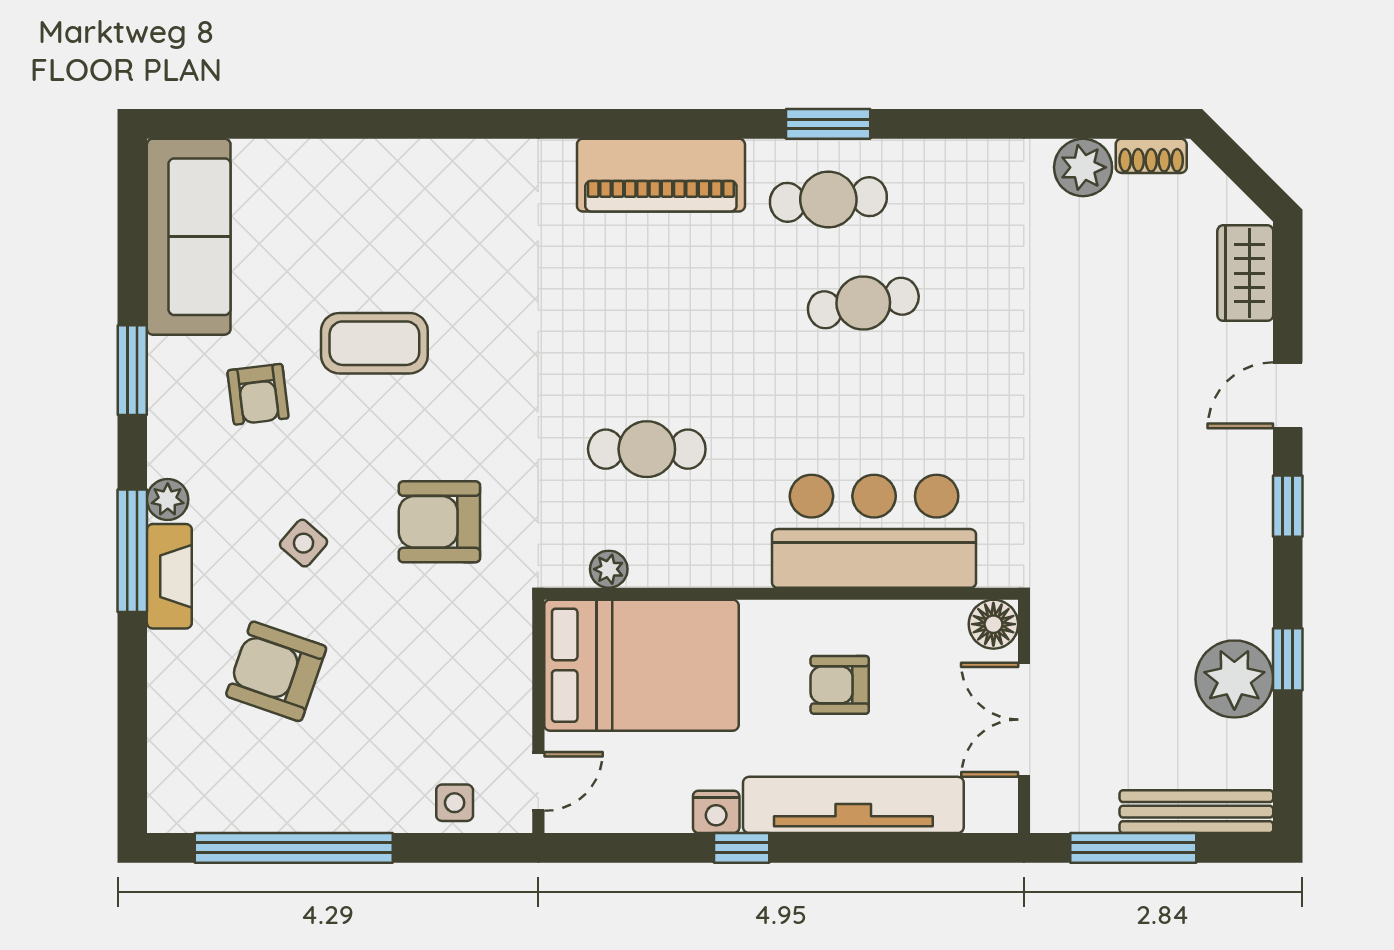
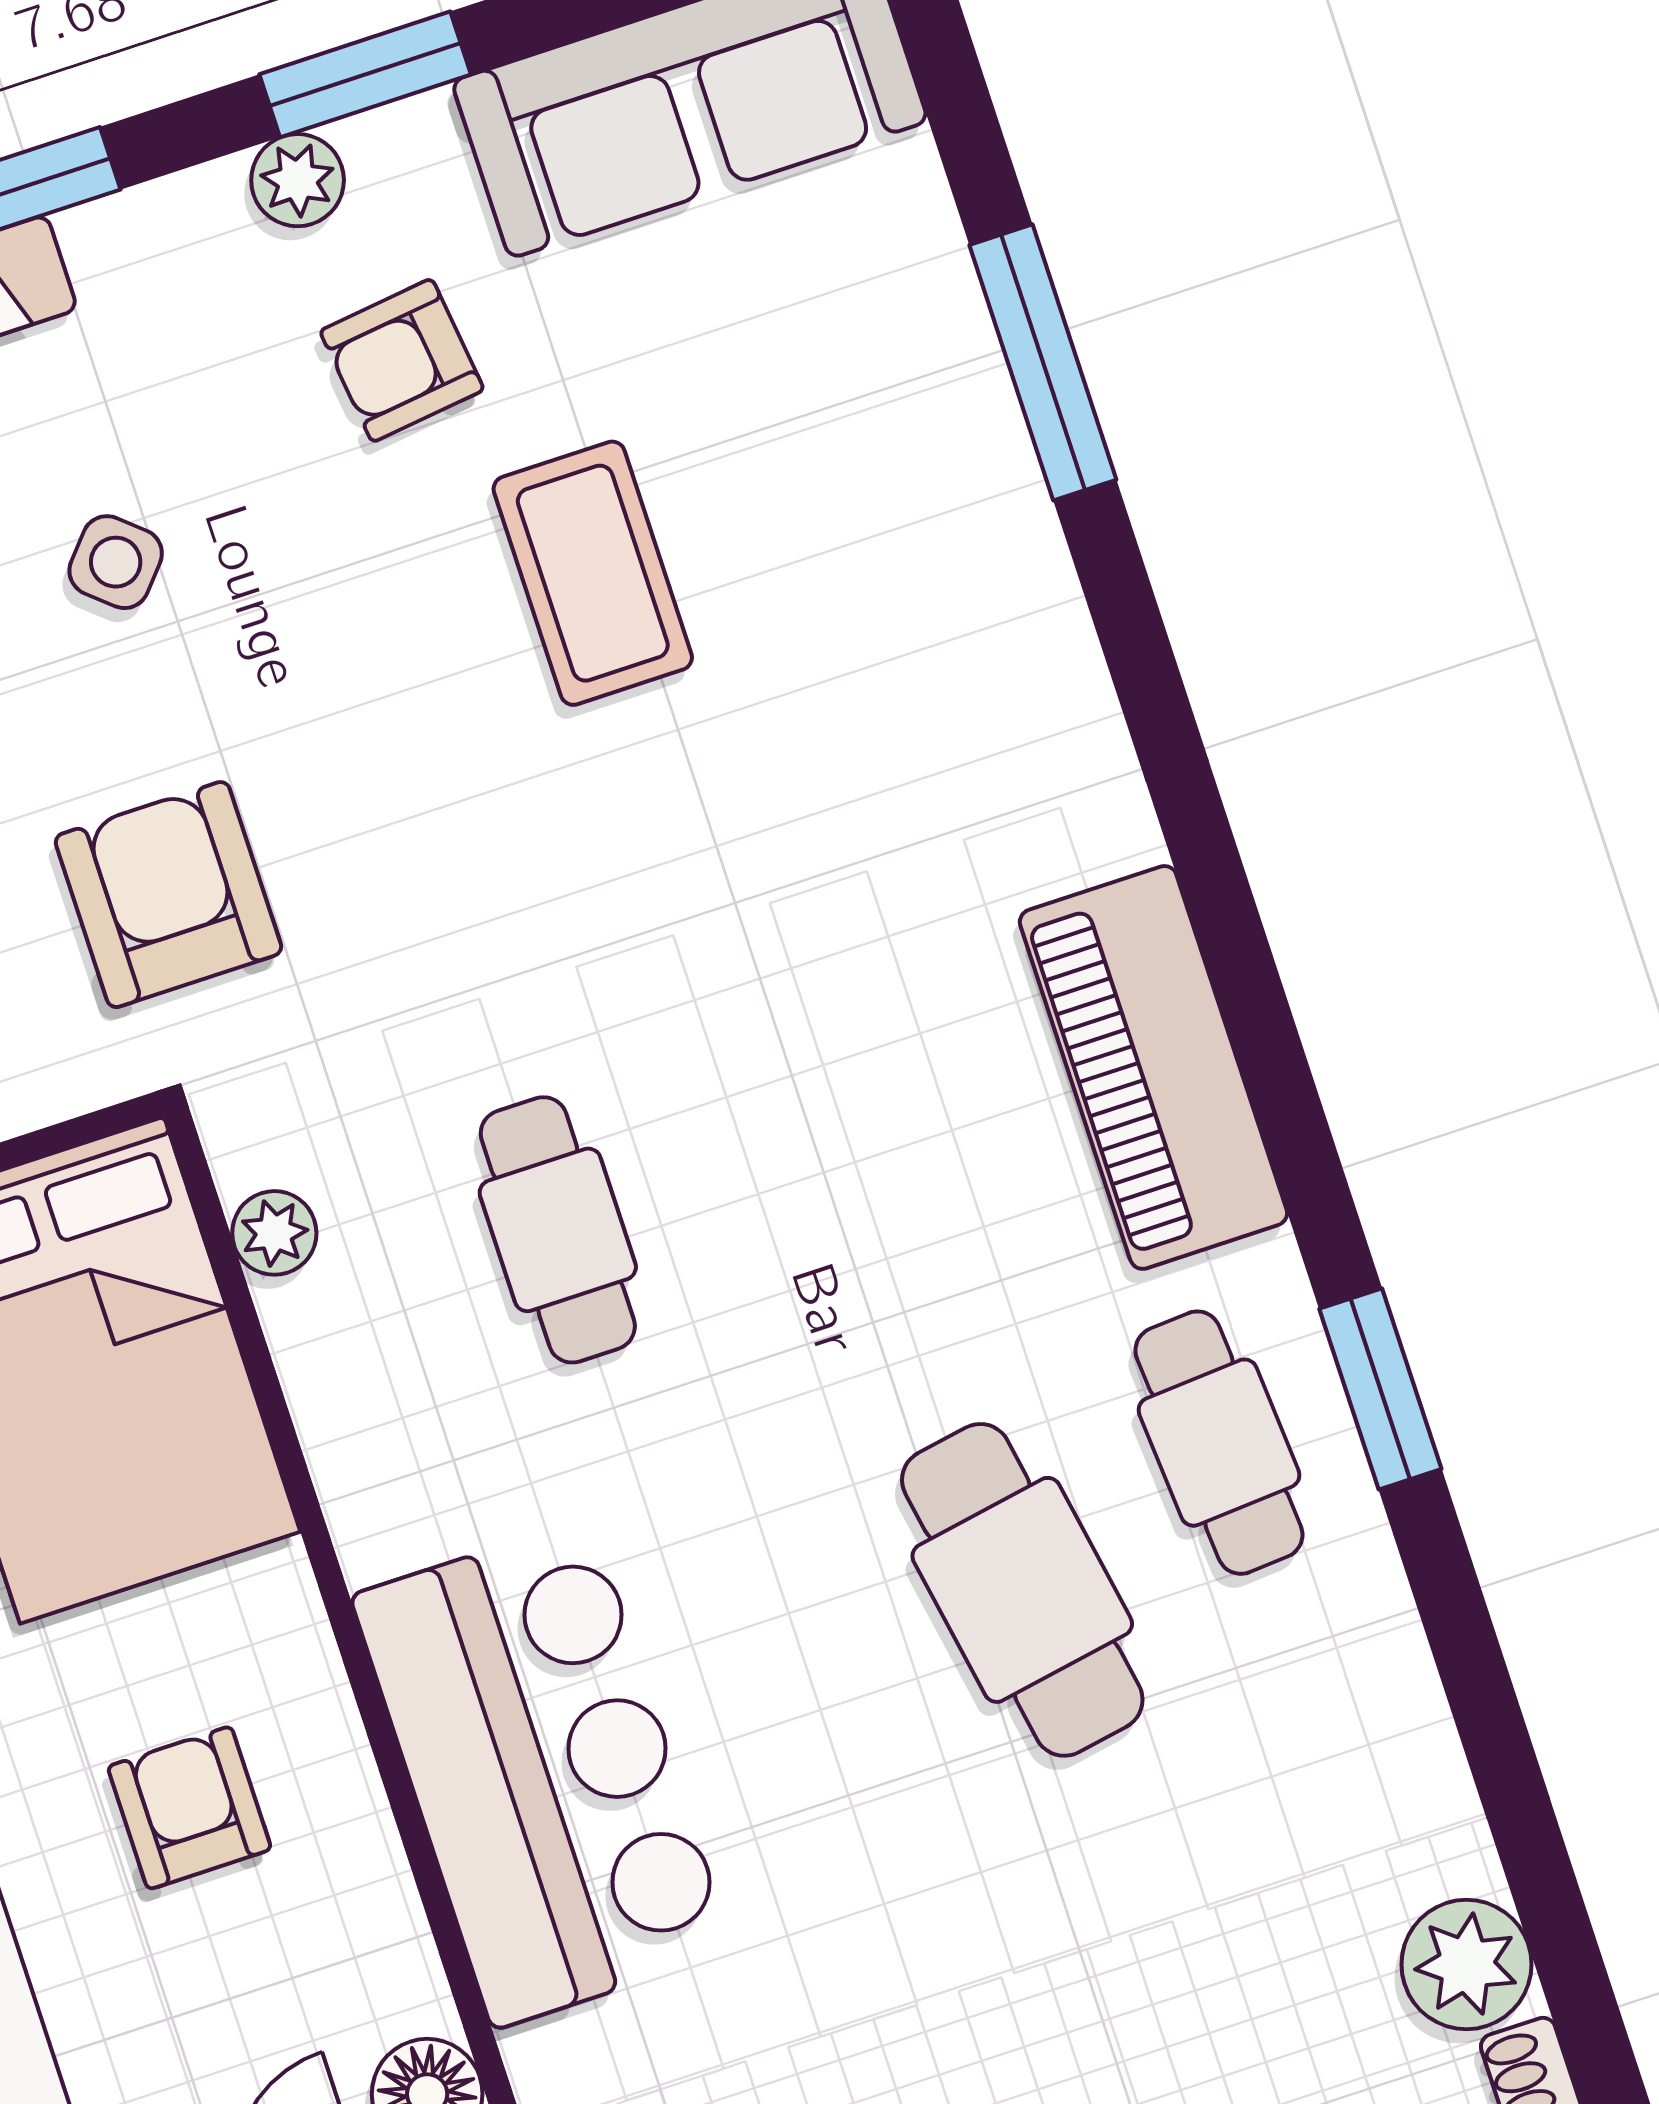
window: (348, 124) -> (1043, 362), added
cafe table: (863, 303) -> (1022, 1590), width x1.37, depth x1.35
plant: (168, 499) -> (298, 180), moved
armchair: (439, 522) -> (168, 895), moved

